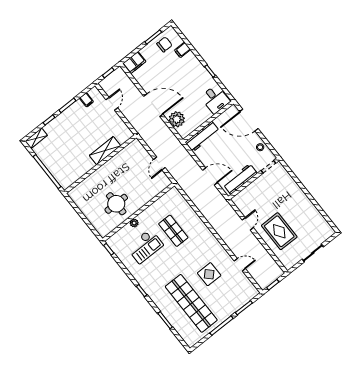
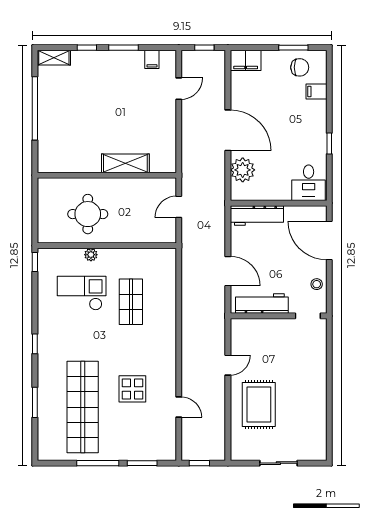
shelving: (105, 151) -> (125, 163), moved
wall: (100, 164) -> (107, 175), moved
checkout: (145, 246) -> (82, 293), turned 180

